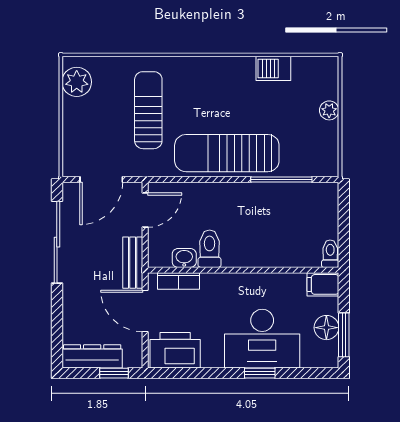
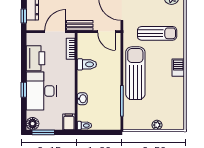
barbecue: (273, 68) -> (178, 68), moved
washbasin: (184, 258) -> (82, 99), moved
floor lamp: (326, 328) -> (33, 124), moved
printer: (175, 350) -> (35, 58), moved

